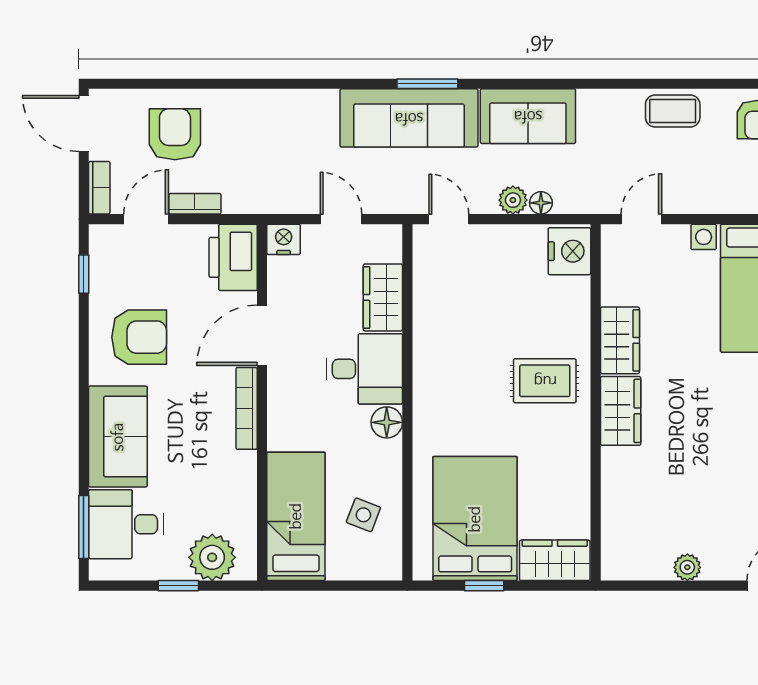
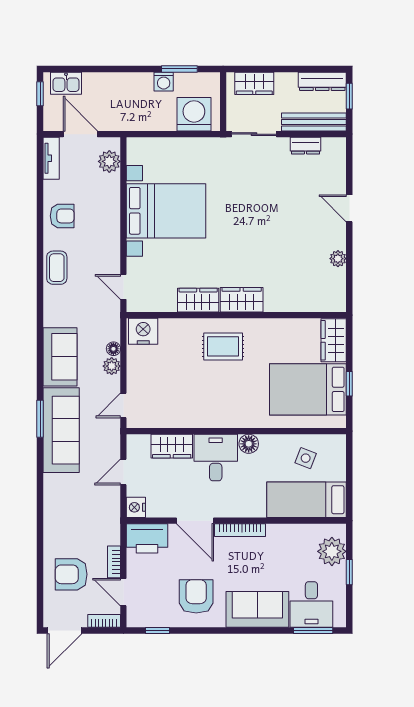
rug: (545, 381) -> (223, 346), turned 90

